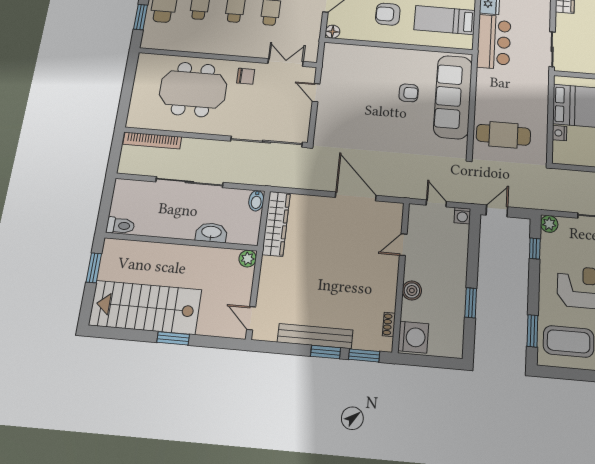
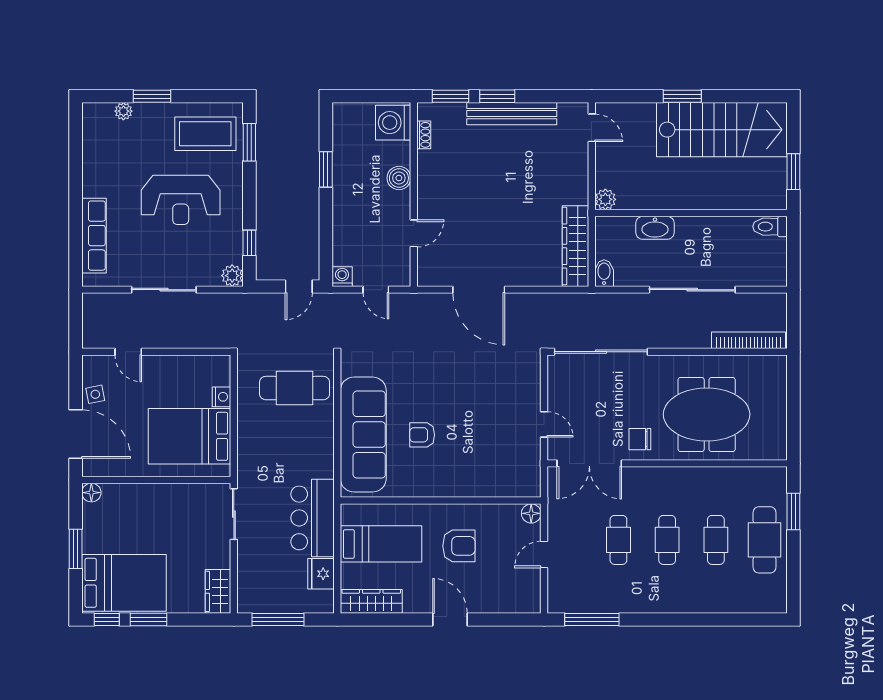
double door: (286, 62) -> (589, 463), width x1.37

